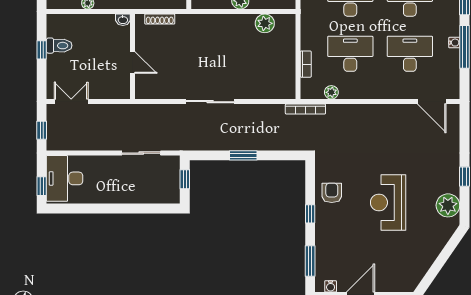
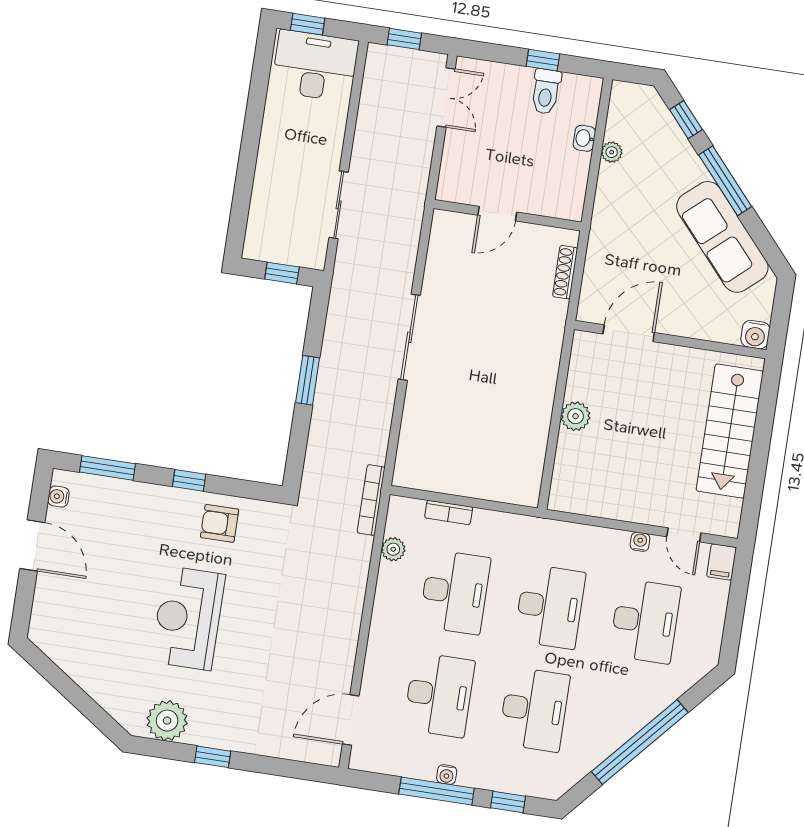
washbasin: (123, 20) -> (584, 138), moved
plant: (265, 23) -> (530, 452), removed
armchair: (332, 193) -> (220, 523), turned 180
reception desk: (388, 202) -> (188, 618), turned -90

